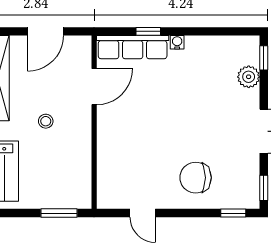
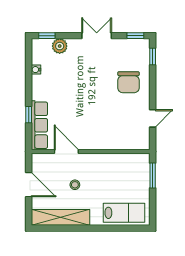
water cooler: (177, 42) -> (36, 70), moved
stool: (46, 121) -> (75, 185), moved

